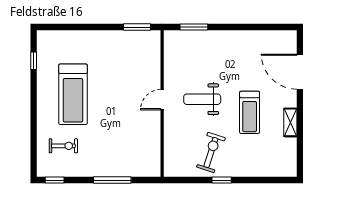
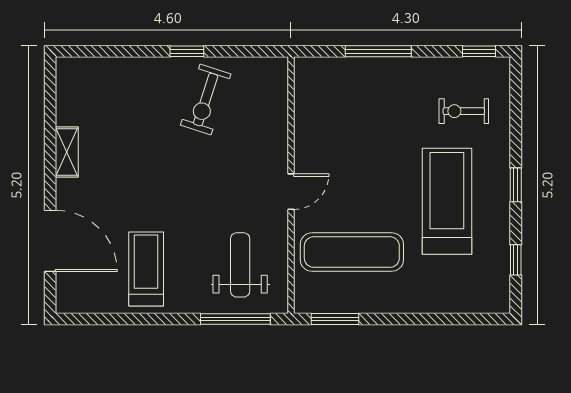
window: (194, 27) -> (235, 319), width x1.44
exercise mat: (127, 65) -> (352, 252), added
weight bench: (202, 99) -> (240, 265), moved, turned -90
window: (34, 104) -> (516, 185), added
treadmill: (250, 112) -> (146, 269), moved

